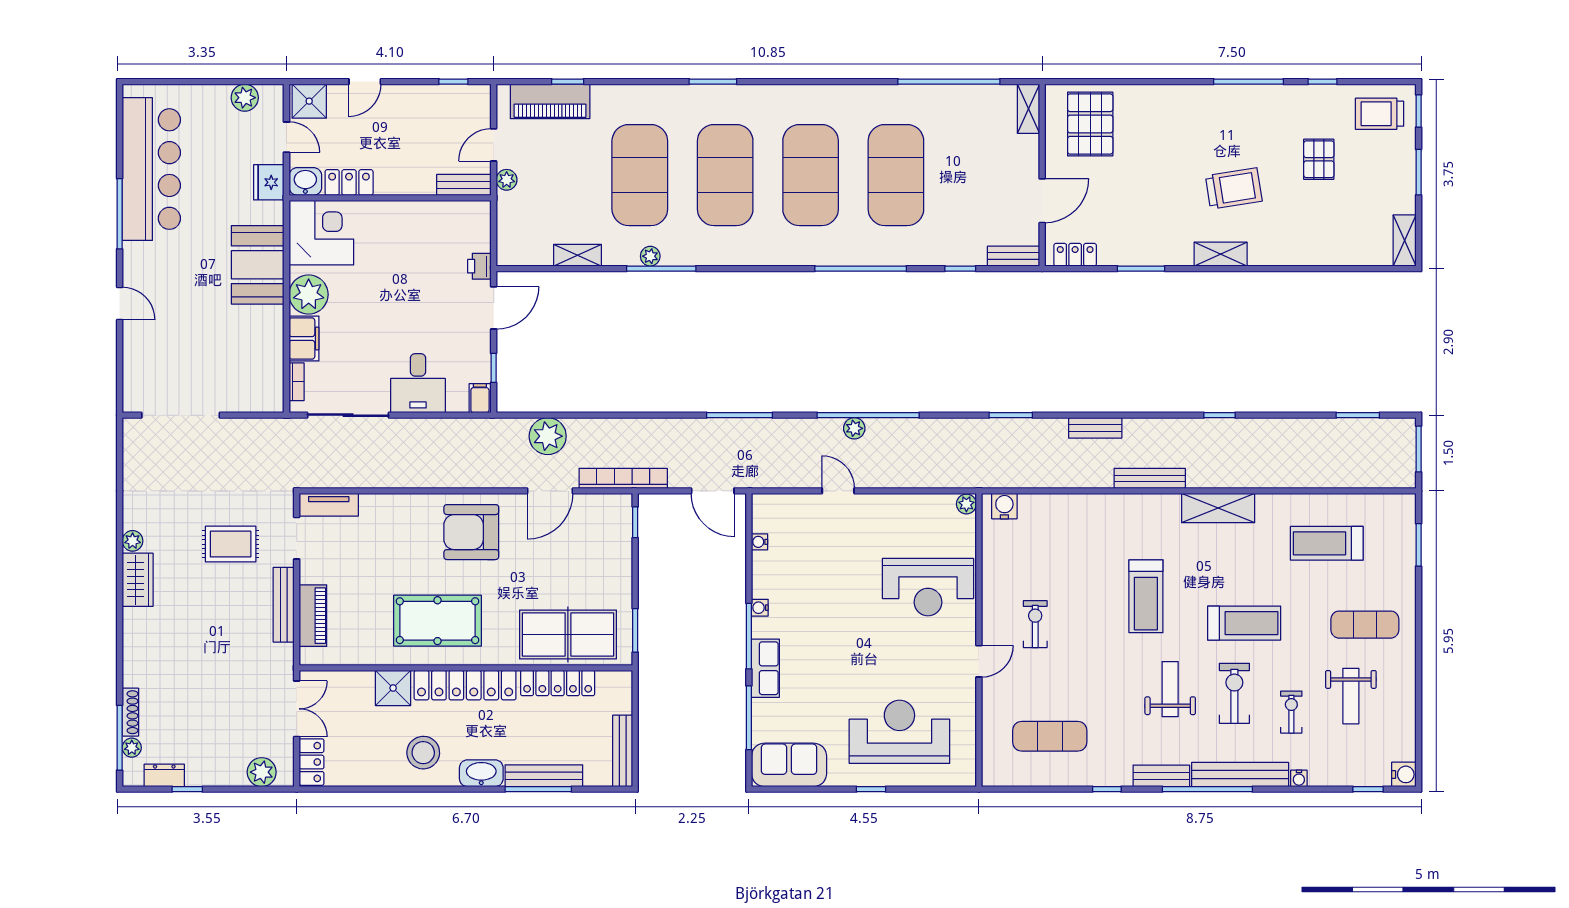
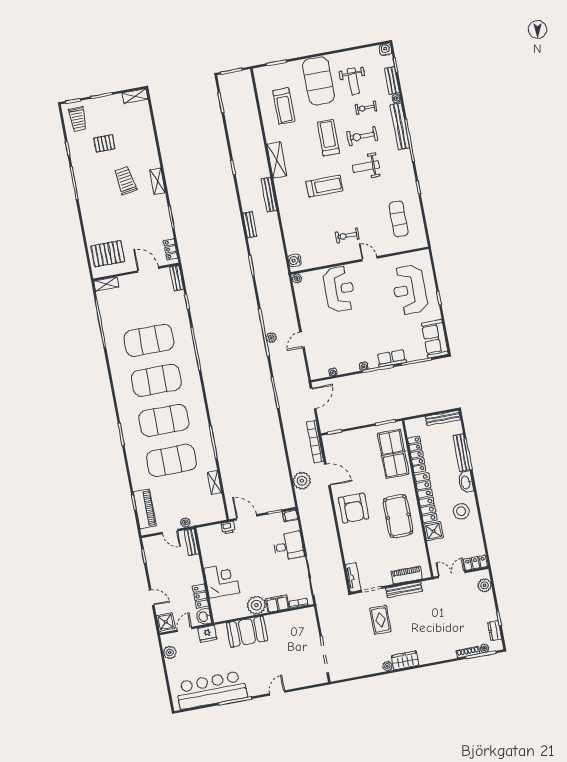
corner desk: (321, 233) -> (222, 581), moved, turned 90
plant: (650, 256) -> (208, 448), removed
exercise mat: (1365, 625) -> (319, 81), width x2.00, depth x1.45
weight bench: (1351, 696) -> (353, 81), turned 90
bench: (1161, 776) -> (392, 81), moved

